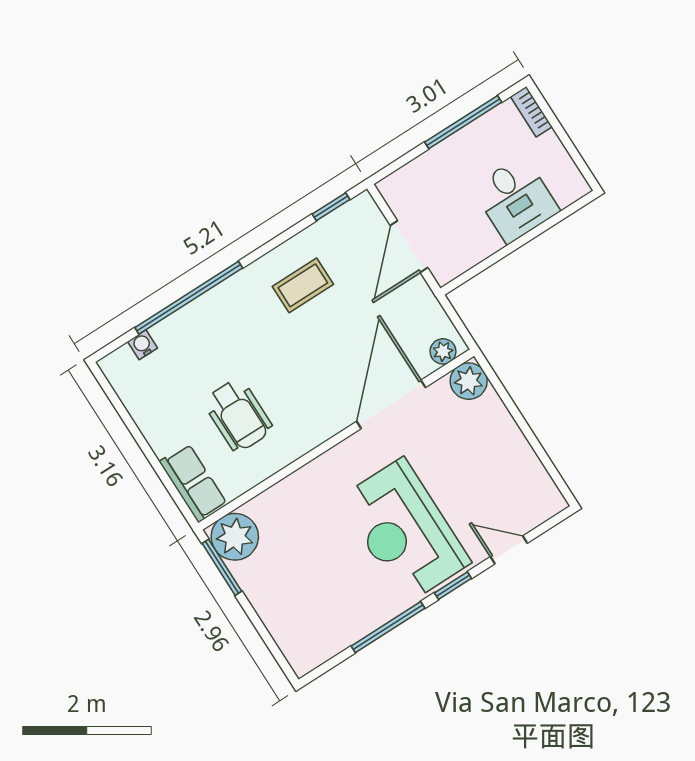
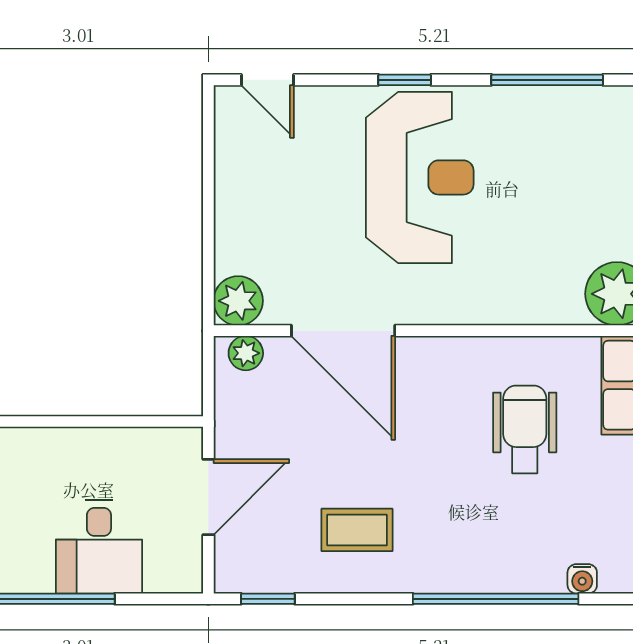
desk: (516, 199) -> (99, 547), moved, turned 180
door: (391, 404) -> (343, 331), hinge flipped
door: (509, 550) -> (267, 80), moved
window: (388, 627) -> (547, 80), moved

